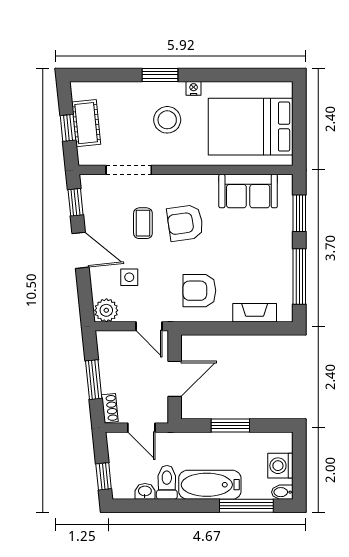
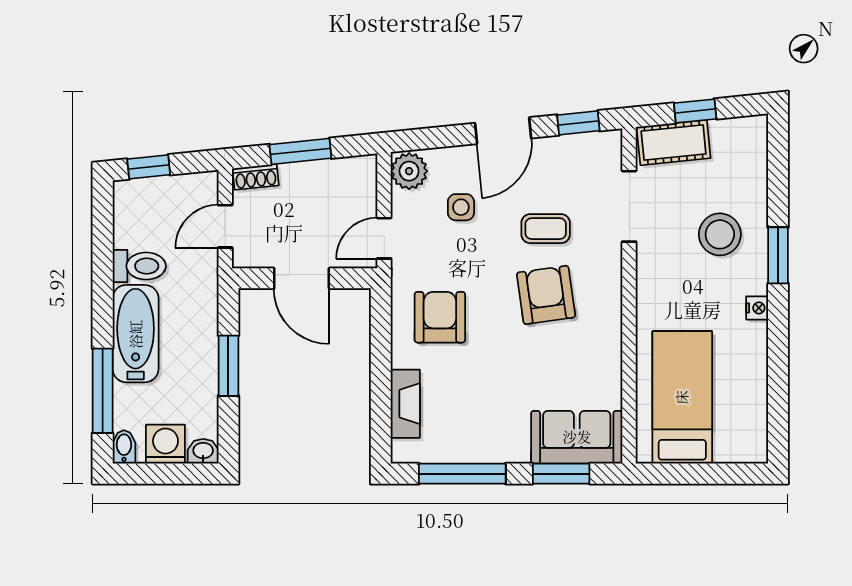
stool: (167, 120) -> (720, 234), moved
cot: (86, 123) -> (674, 143), moved
bed: (251, 127) -> (682, 397), width x0.67
sofa: (248, 191) -> (577, 437), moved, turned 90
washbasin: (145, 491) -> (203, 451), moved, turned -90

